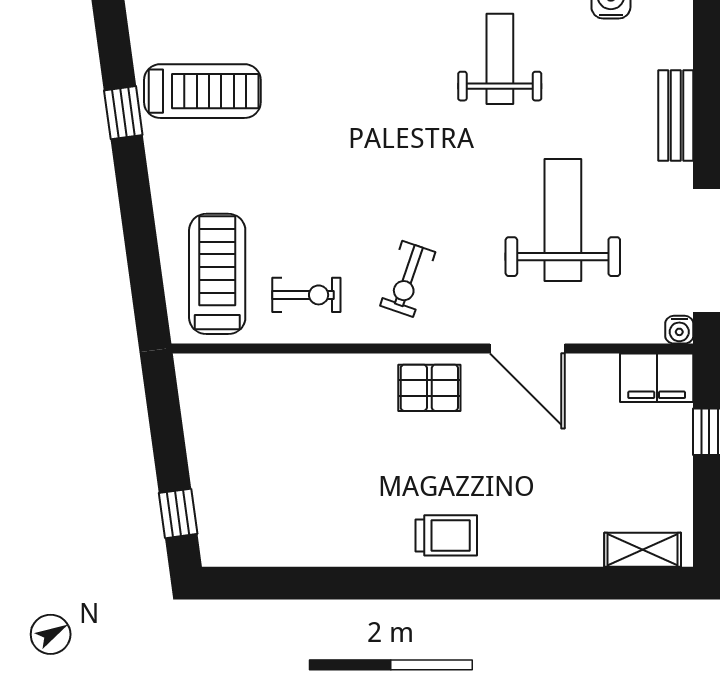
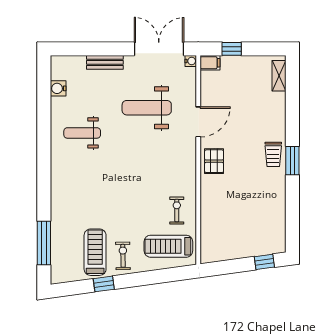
exercise bike: (408, 279) -> (123, 256), moved, turned -110
filing cabinet: (657, 378) -> (210, 63), width x0.50
trolley: (446, 535) -> (273, 154), turned 180
window: (431, 583) -> (292, 161), added

